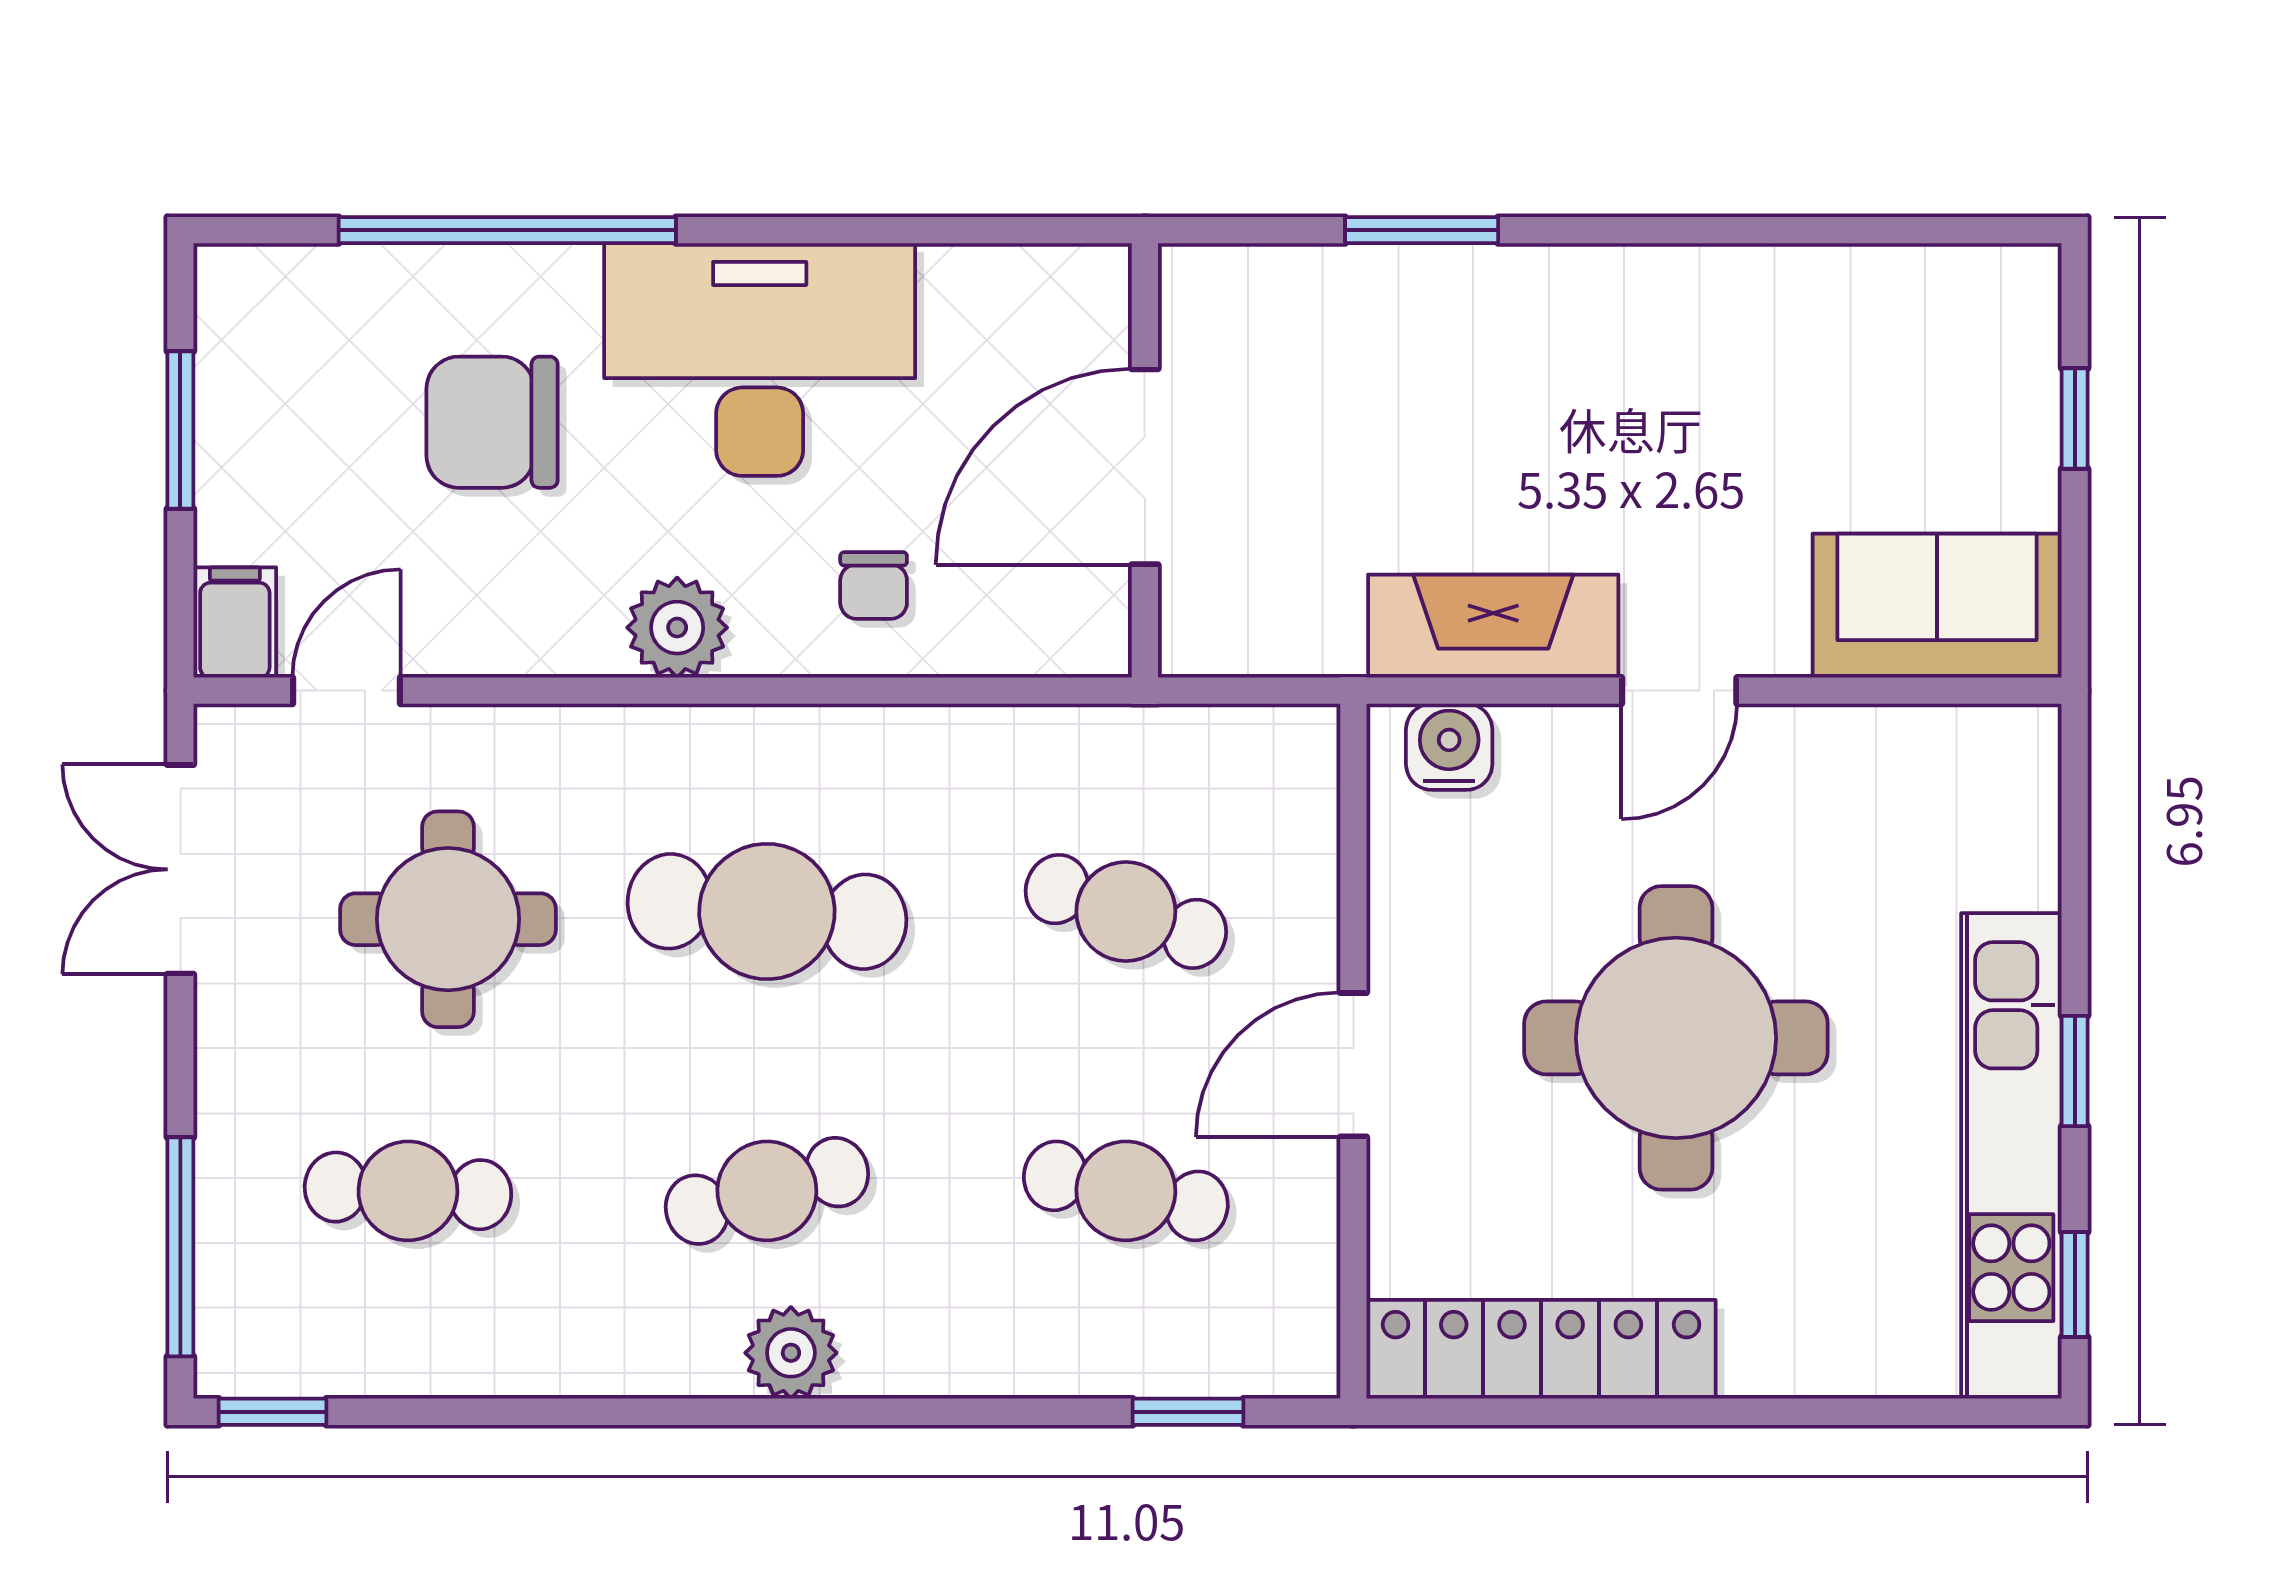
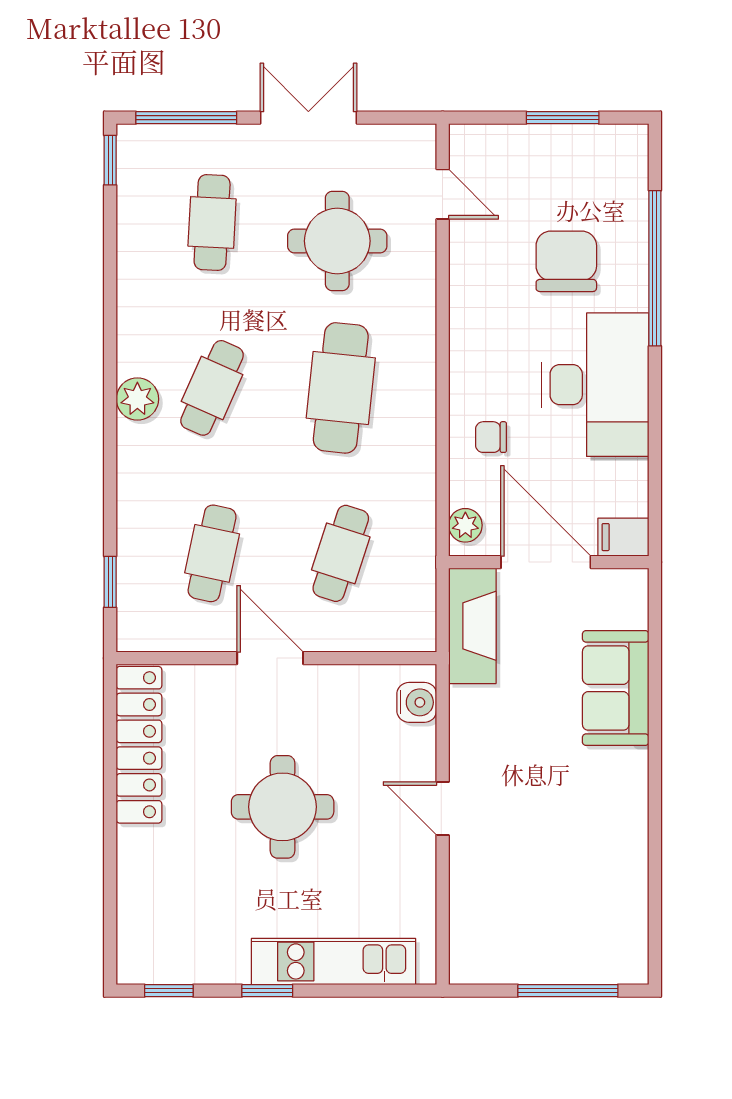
window: (1422, 230) -> (655, 690), removed
window: (2075, 419) -> (568, 991), width x2.17
sofa: (1937, 606) -> (616, 688), moved, turned 180
filing cabinet: (235, 622) -> (623, 537), moved, turned 180
fireplace: (1493, 626) -> (472, 626), moved
plant: (677, 628) -> (465, 525), moved, width x0.73, depth x0.73
double door: (180, 869) -> (308, 118), moved
round table: (1676, 1038) -> (283, 807), width x0.73, depth x0.73
kitchen unit: (2011, 1156) -> (333, 961), moved, width x0.73
cafe table: (767, 1191) -> (212, 388), turned 39

